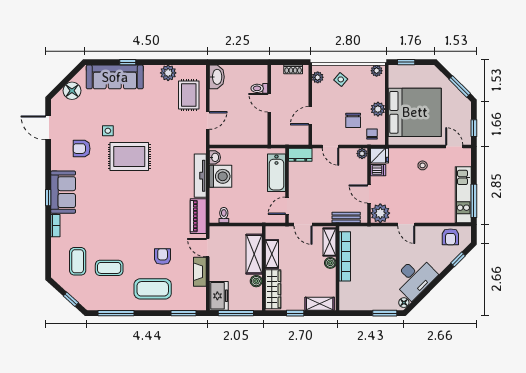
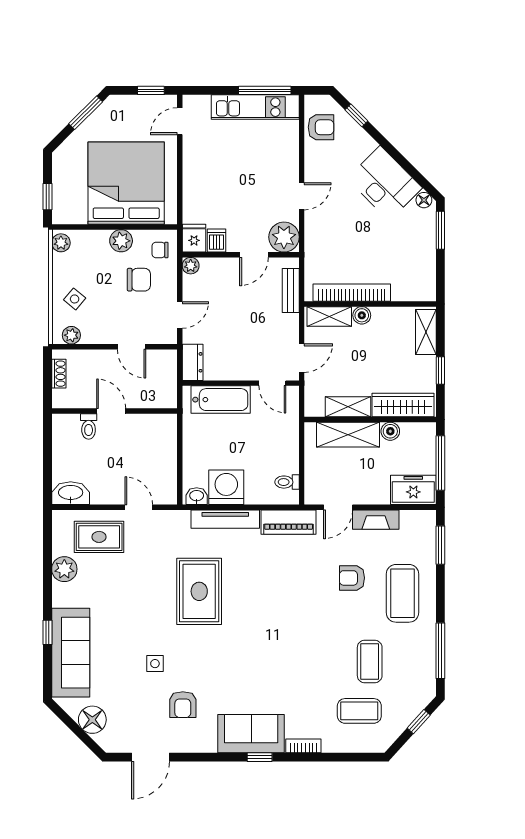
door: (269, 103) -> (111, 411), swing flipped
rug: (129, 157) -> (199, 591), moved
stool: (423, 165) -> (209, 171), removed

